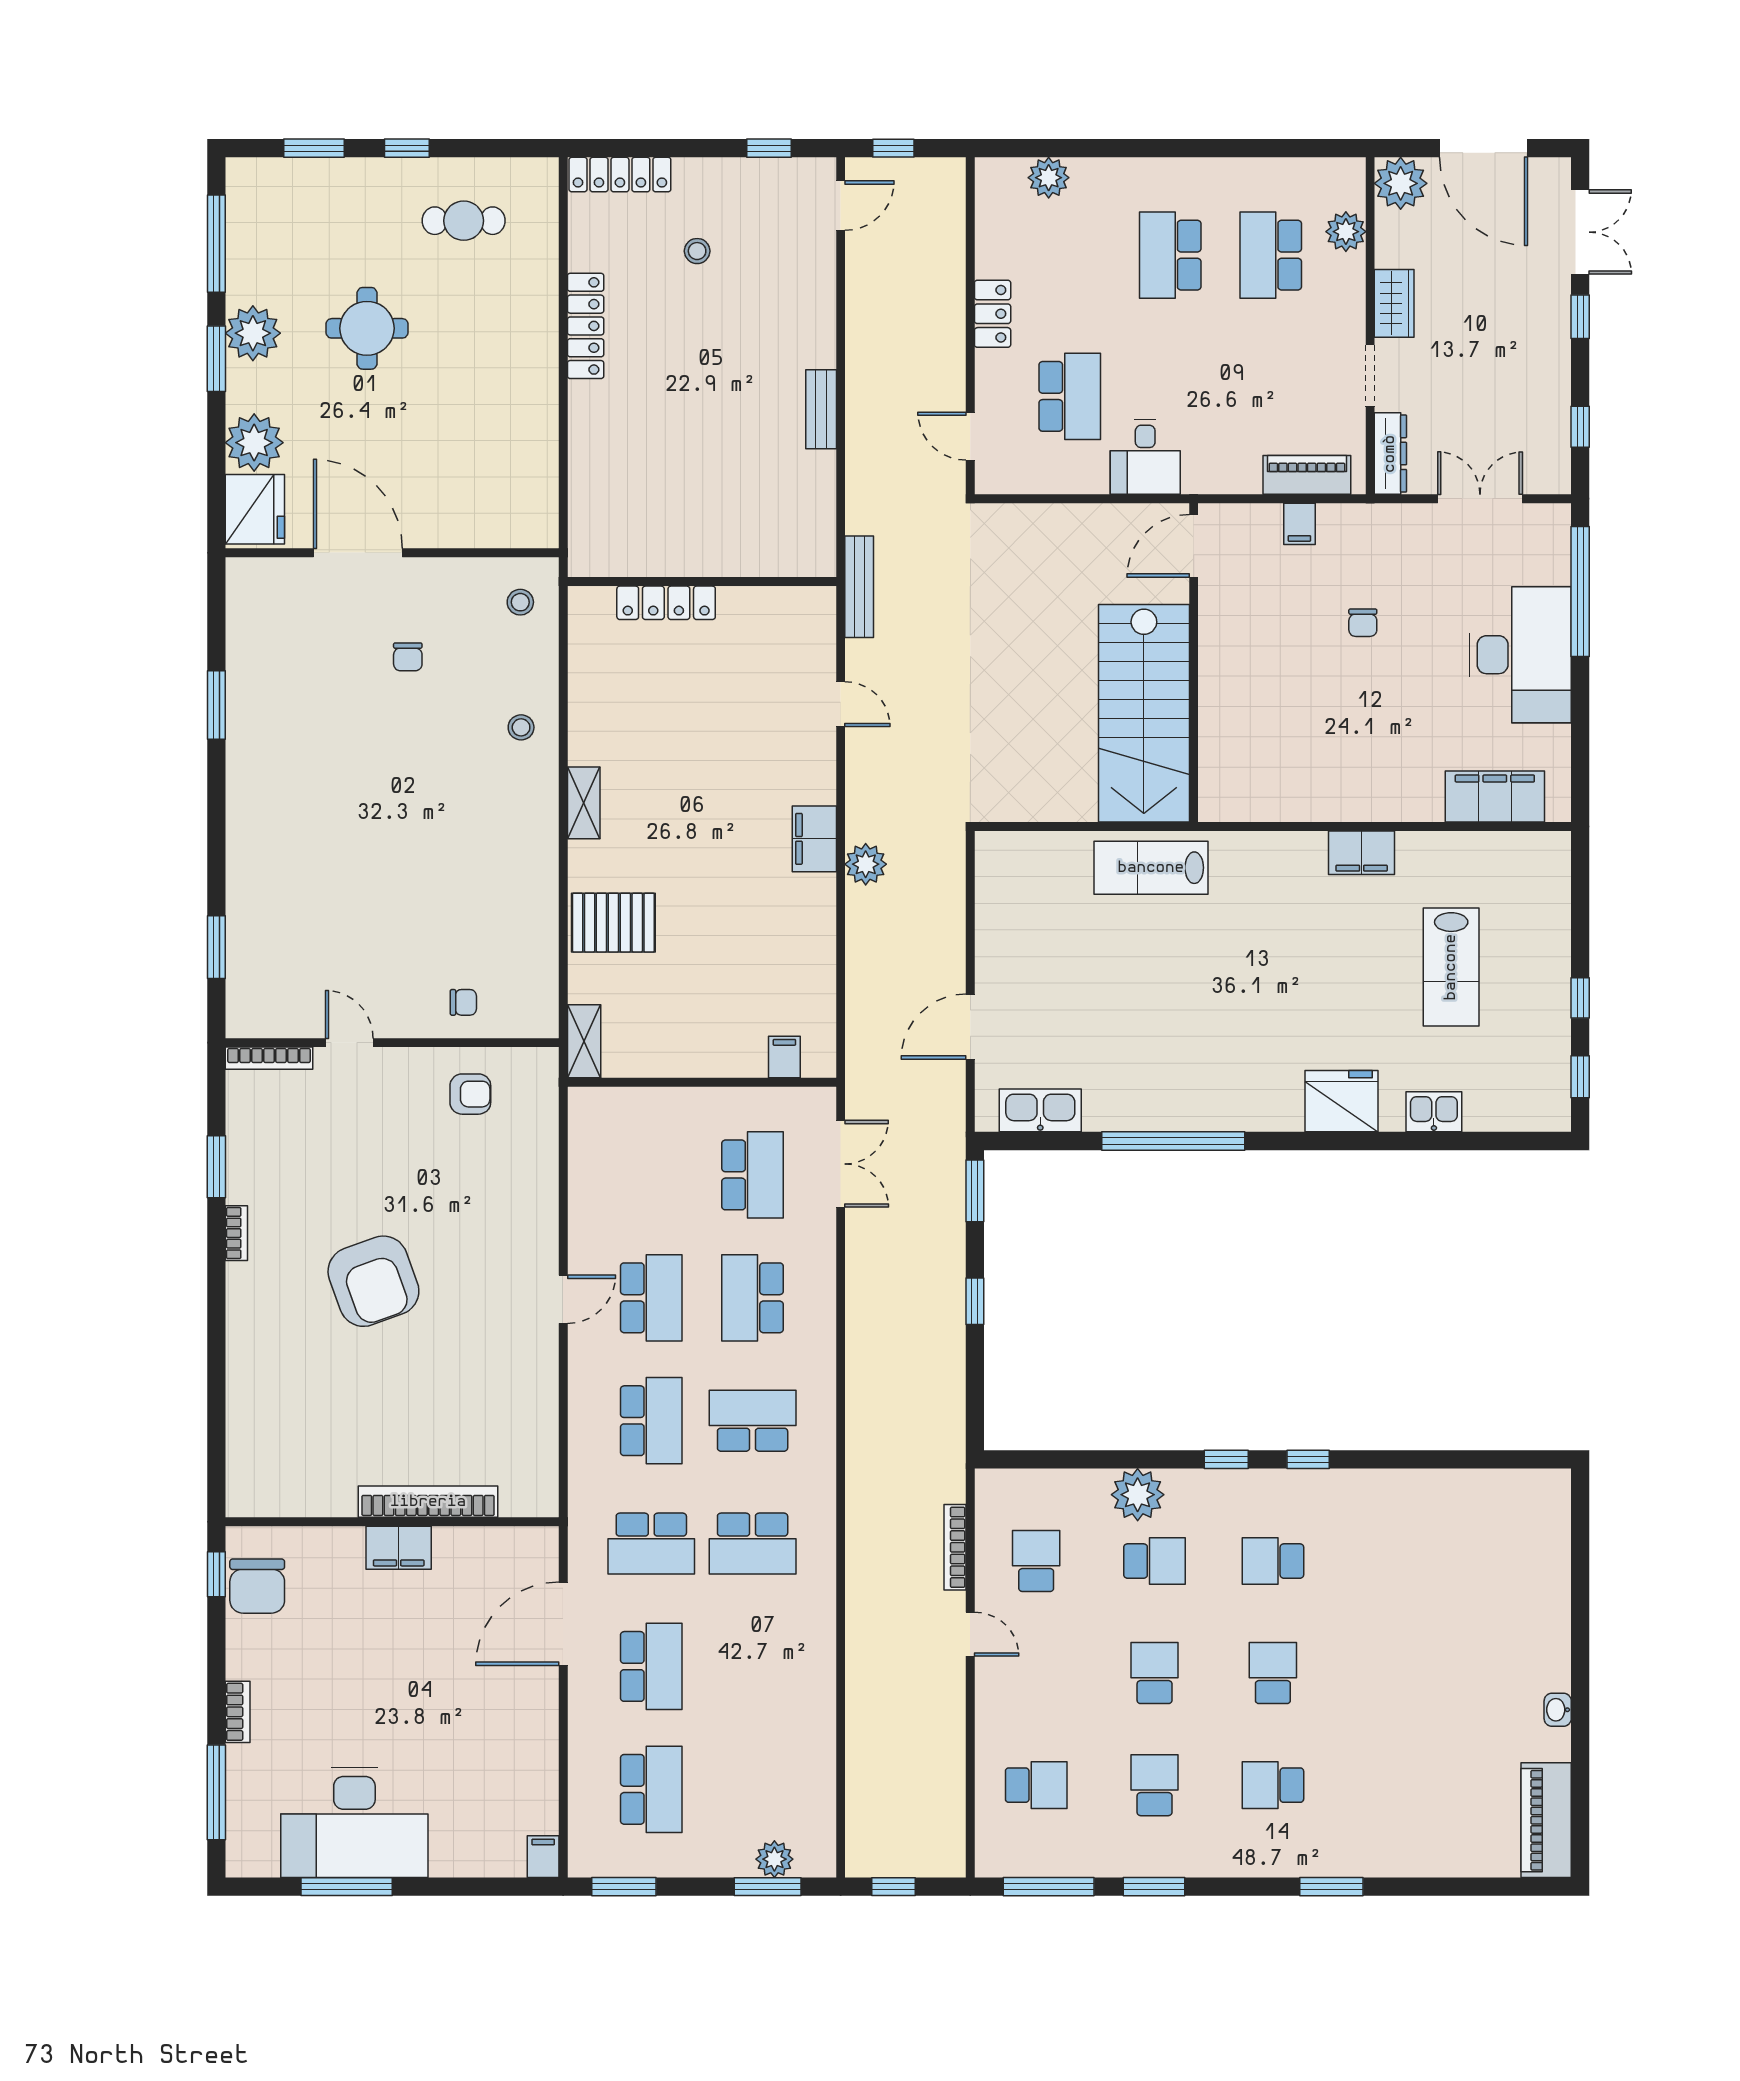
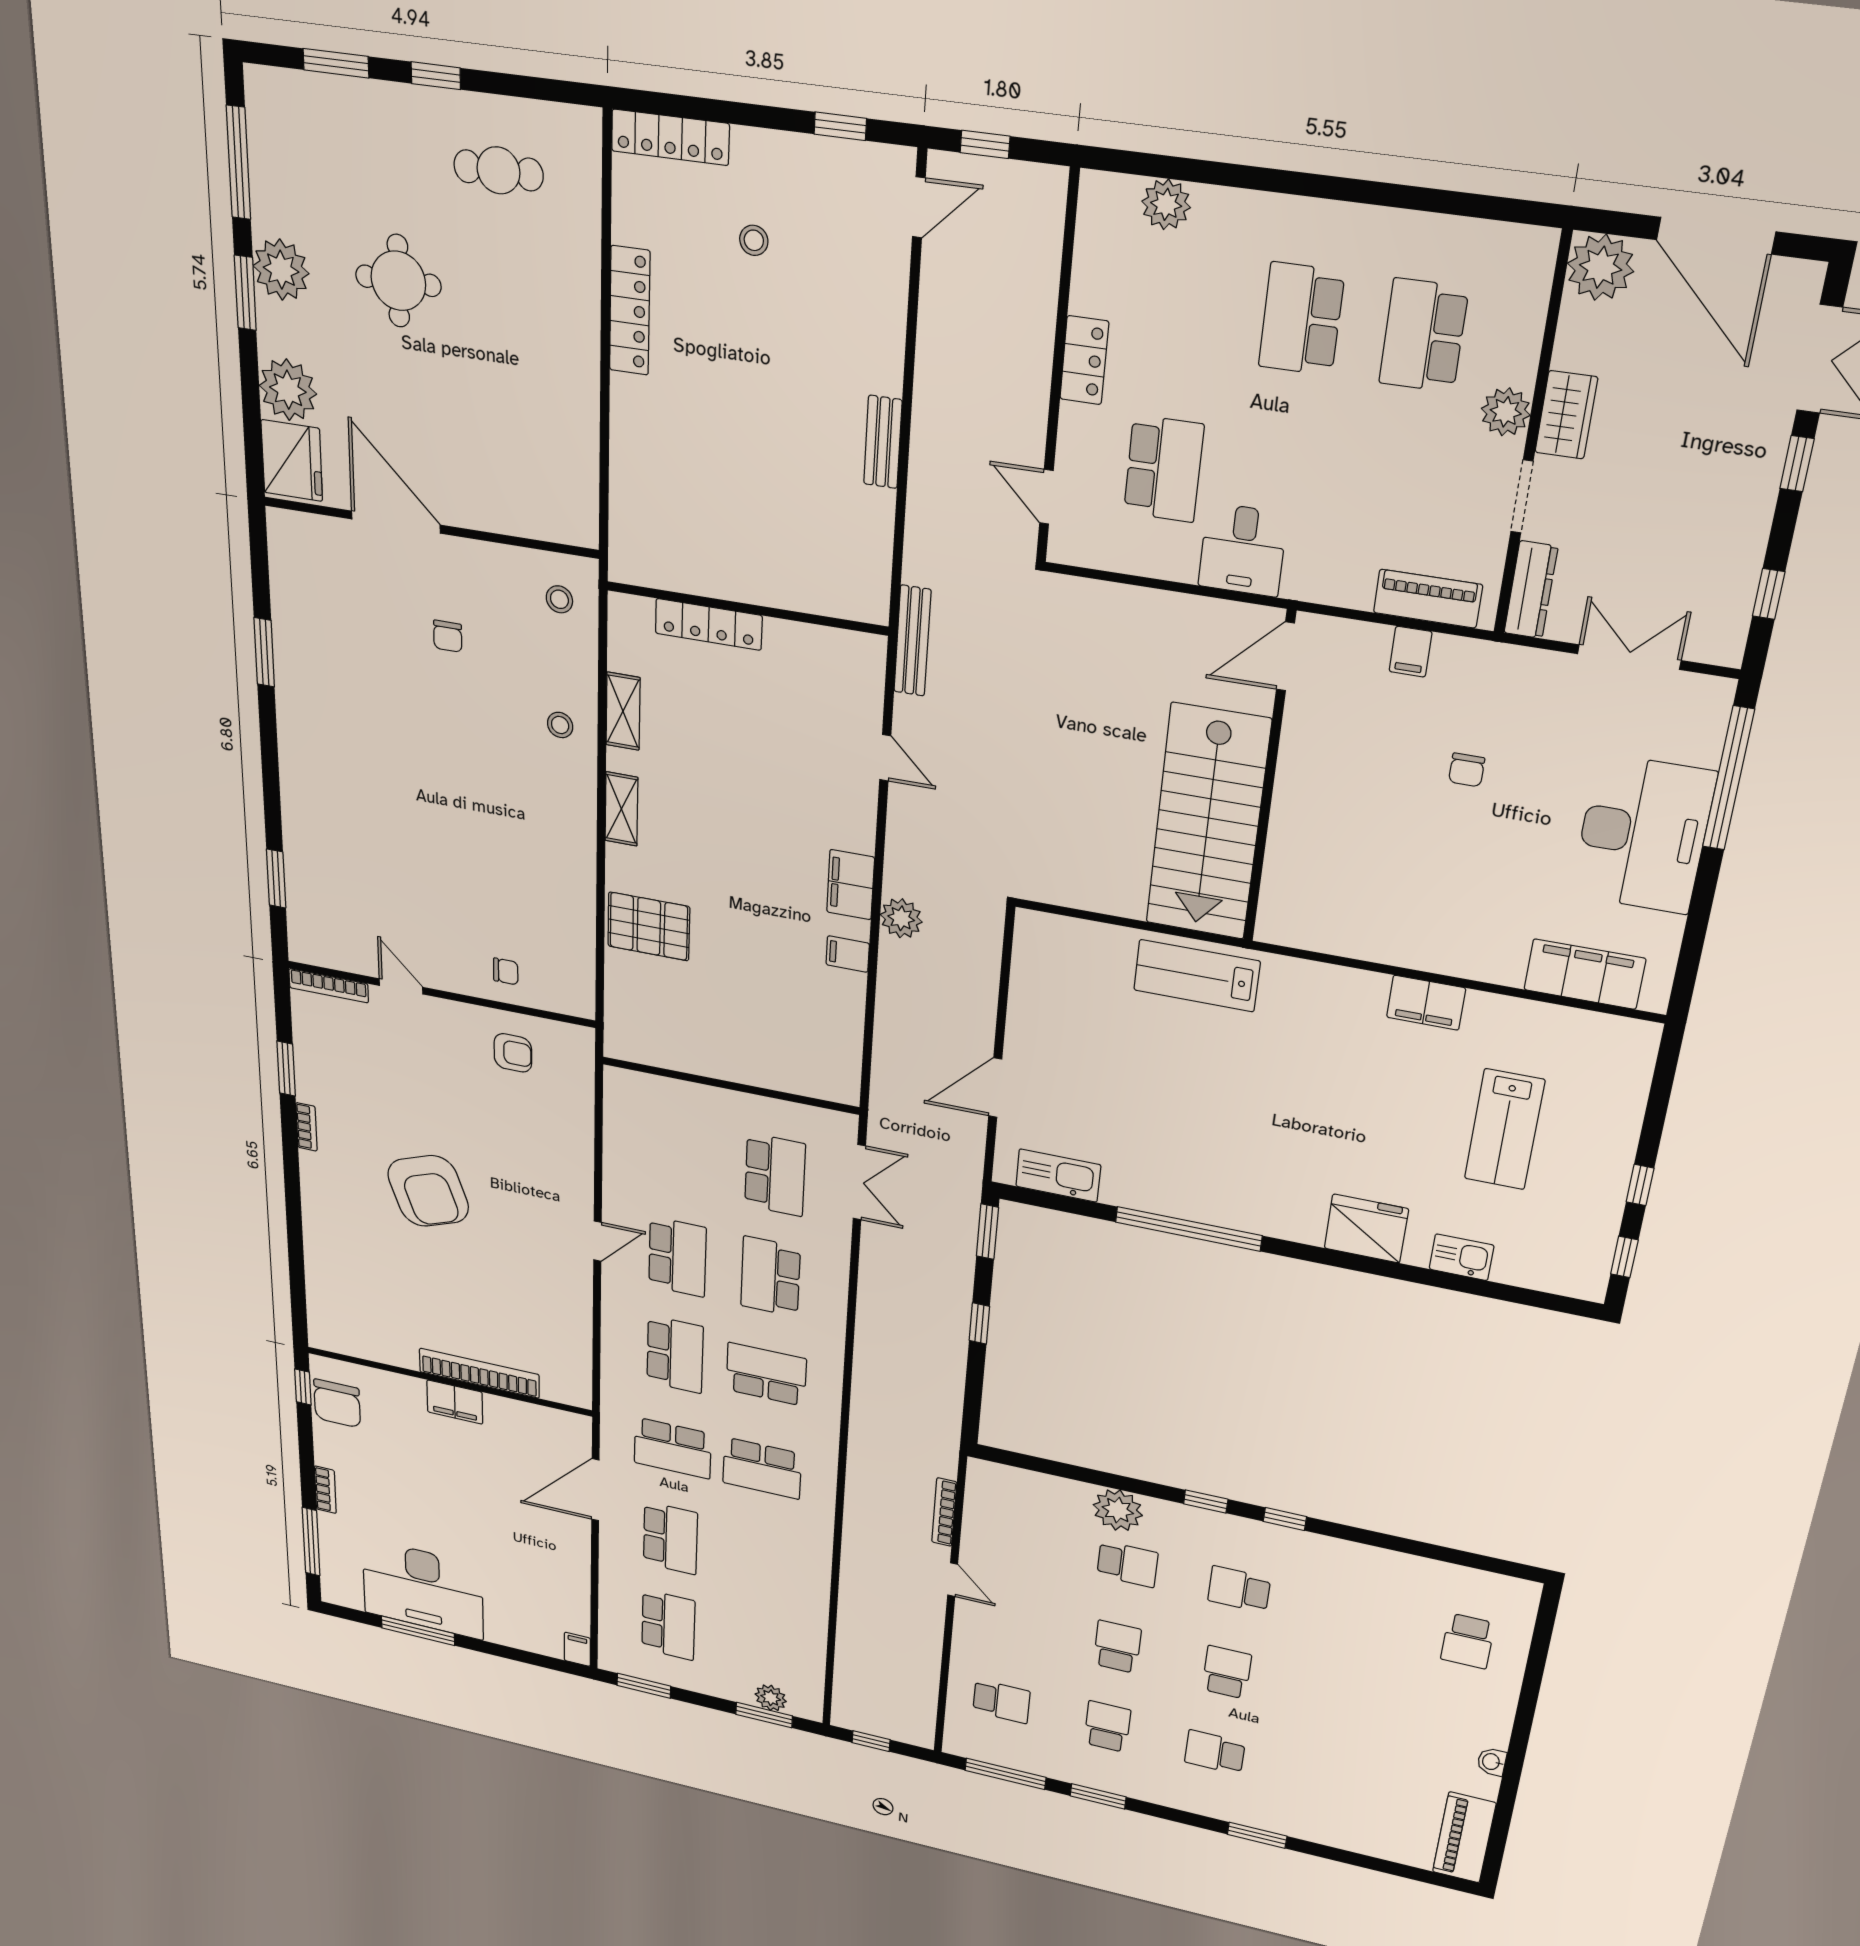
plant: (1346, 232) -> (1506, 412), moved
shelving: (584, 1041) -> (623, 711), moved
filing cabinet: (784, 1057) -> (848, 954), moved, turned -90
school desk: (1036, 1561) -> (1468, 1641), moved, turned 180

